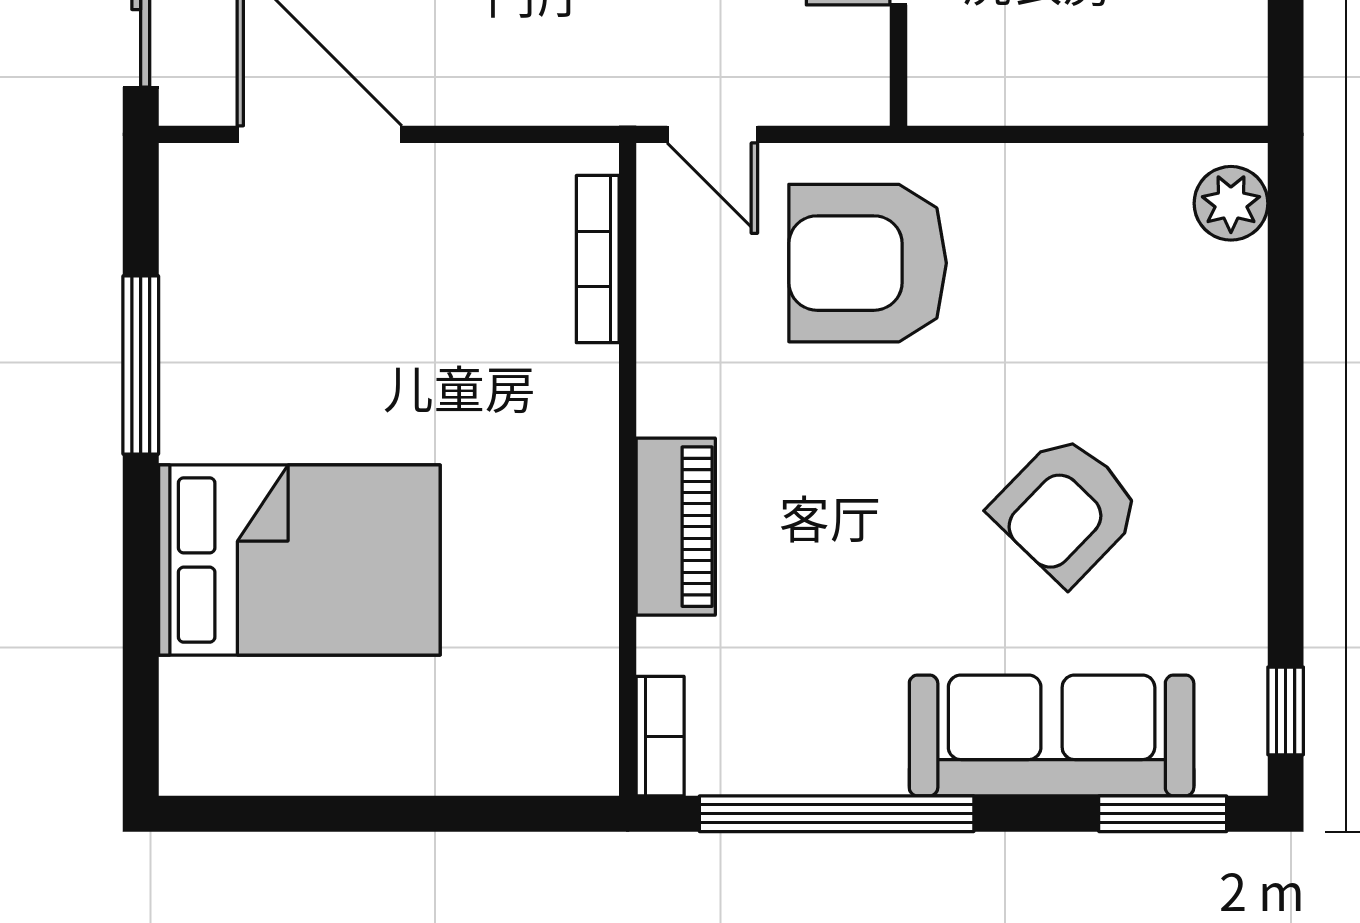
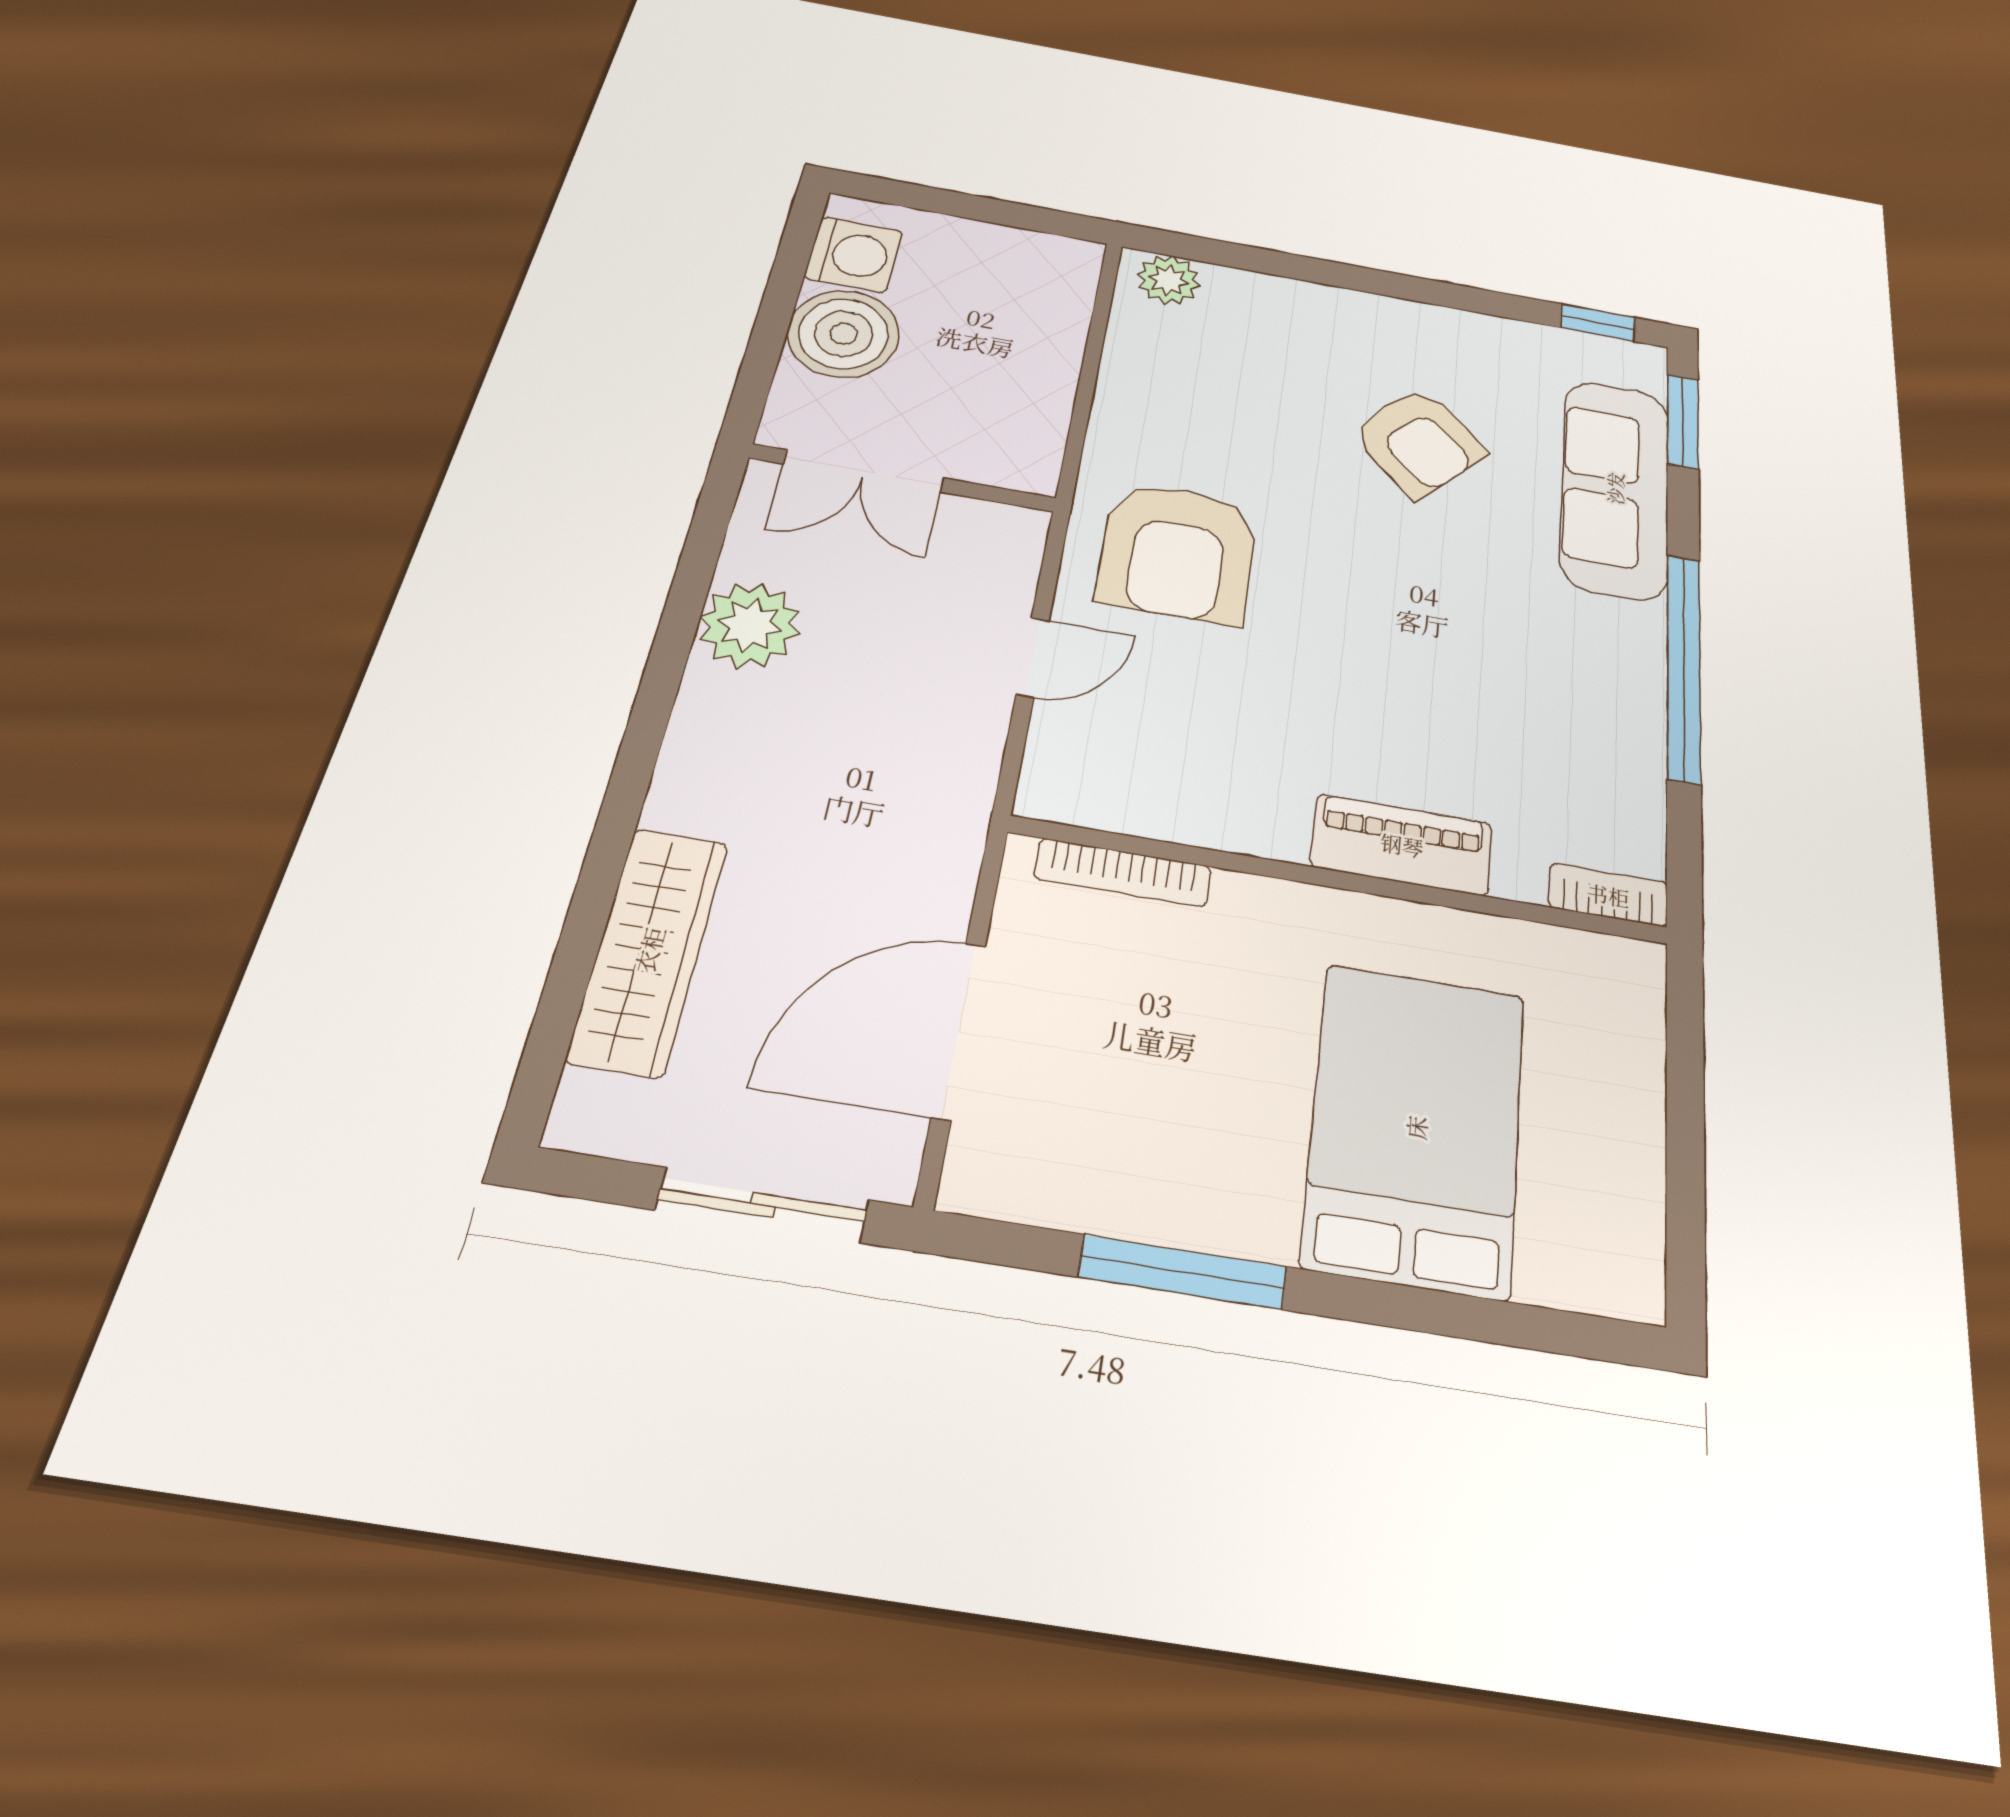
bookcase: (598, 259) -> (1123, 872), moved
wall: (628, 469) -> (1341, 880), moved
piano: (676, 527) -> (1402, 845), moved
bookcase: (660, 736) -> (1608, 895), moved

